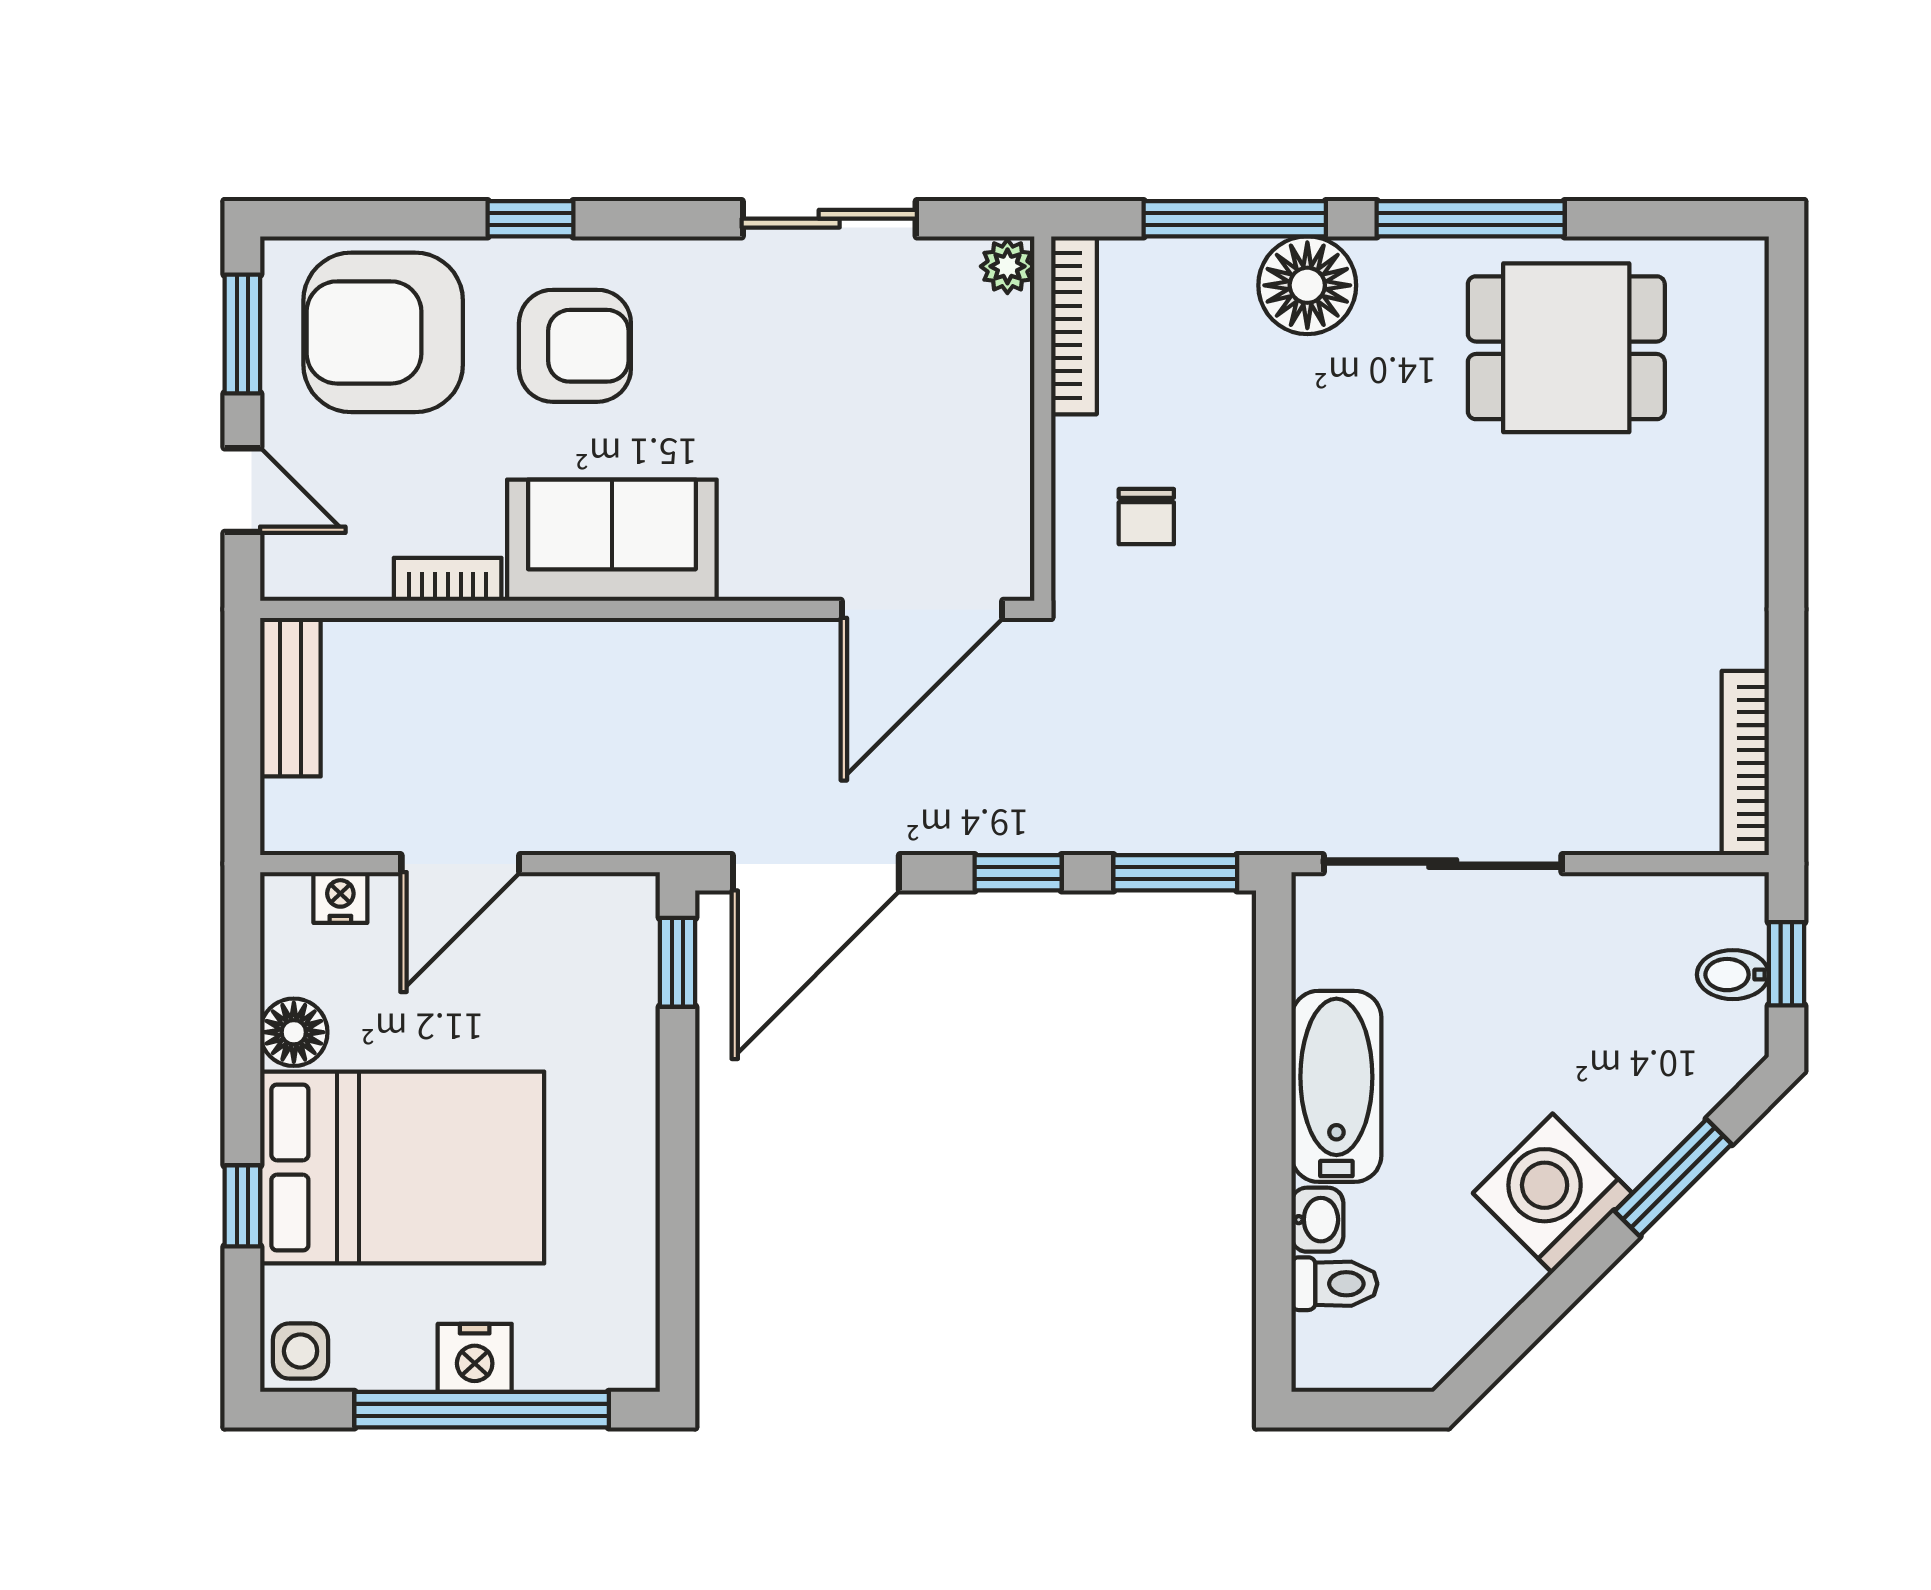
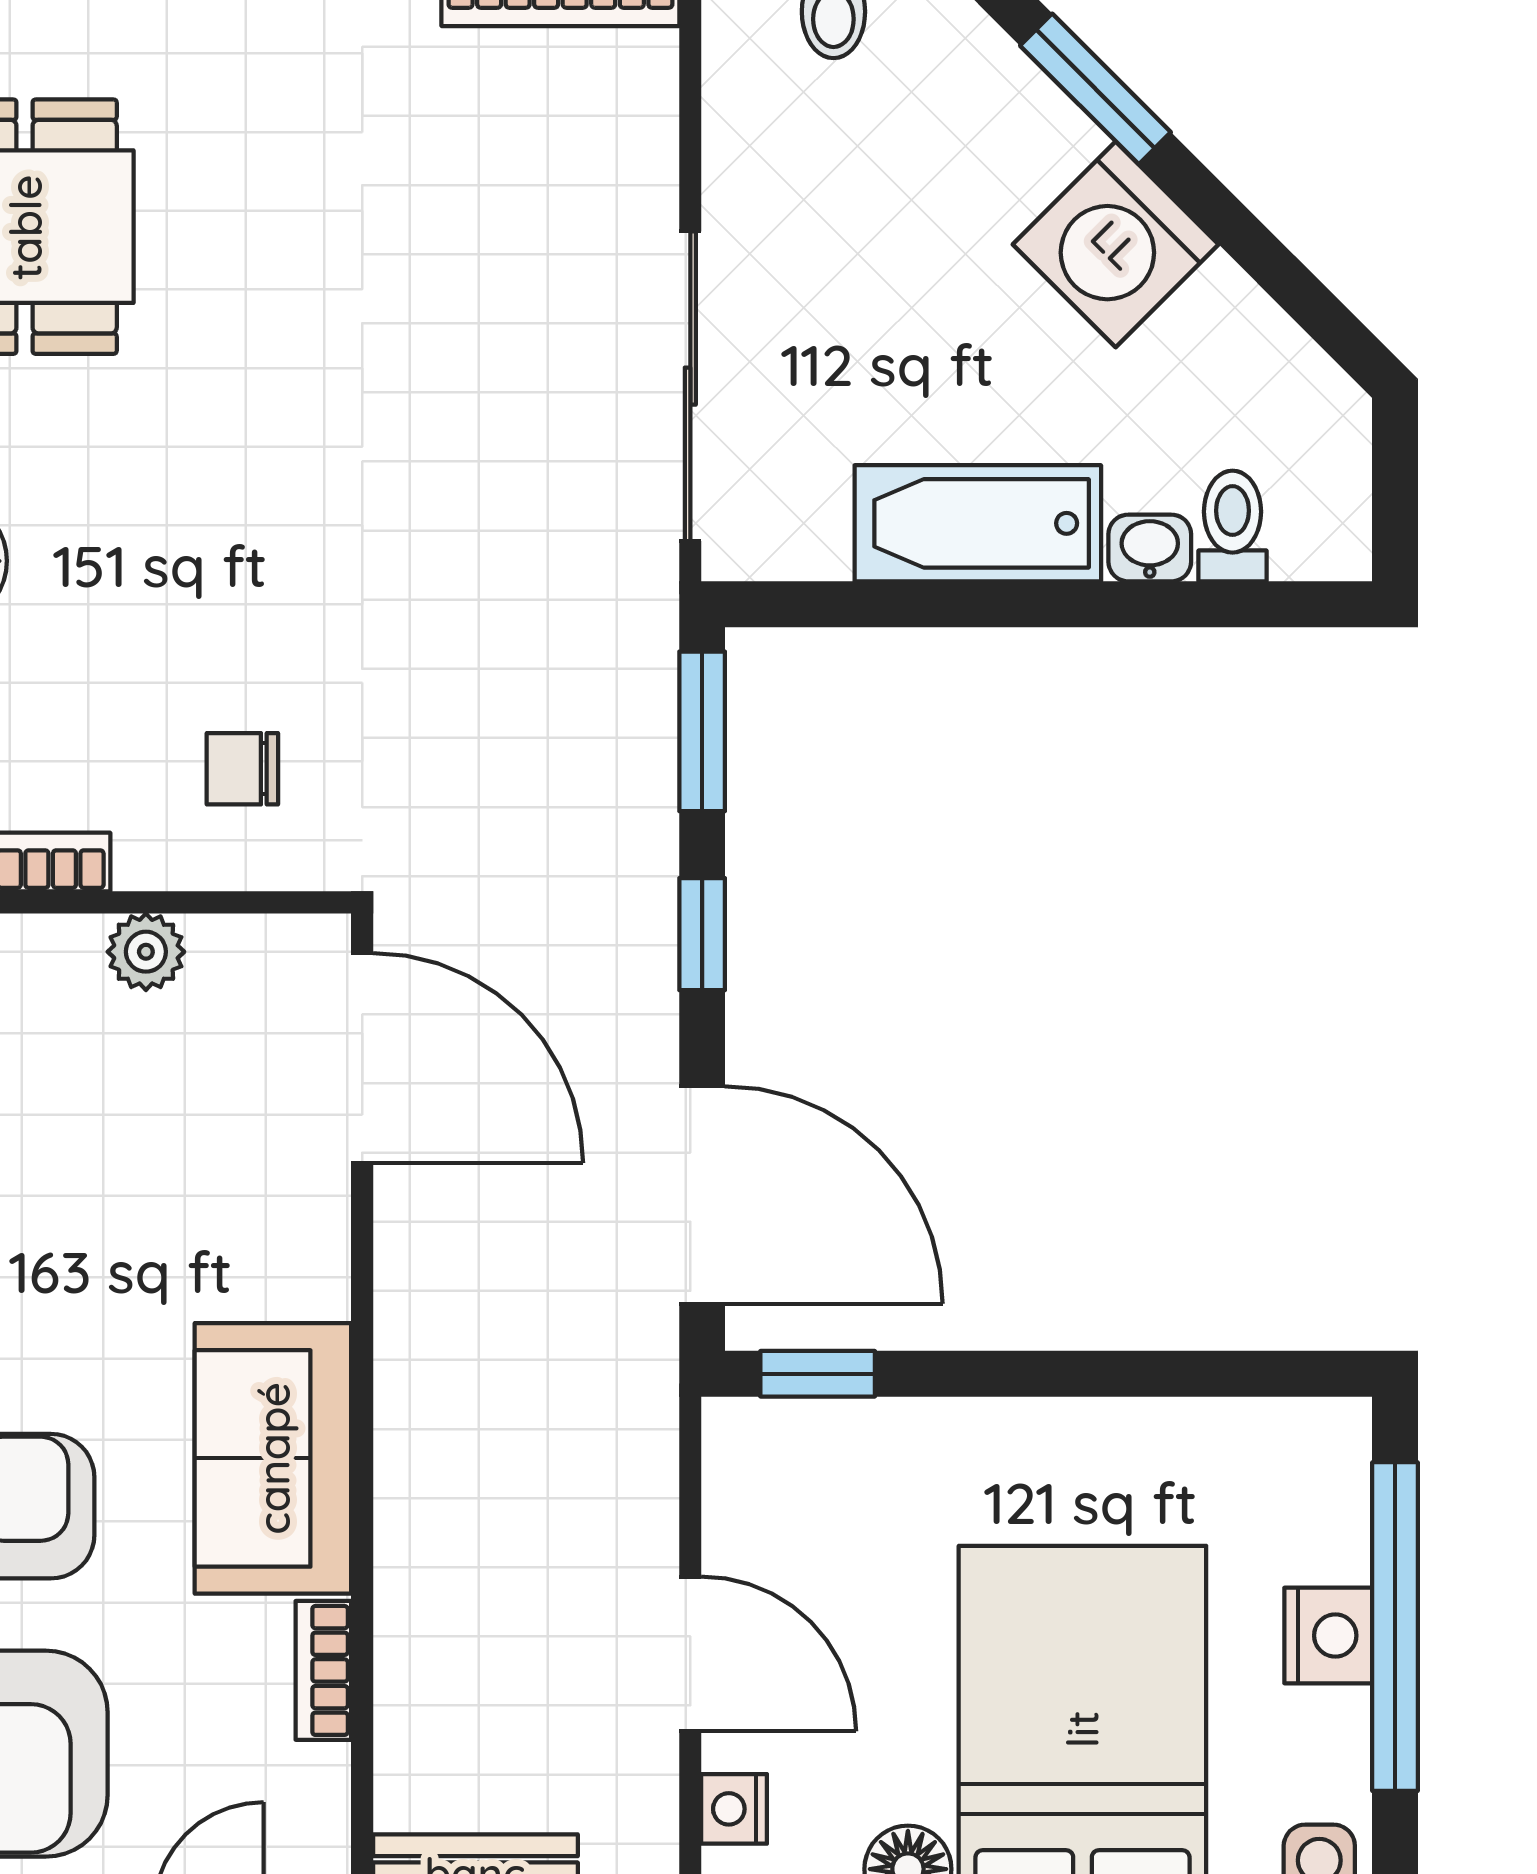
plant: (1005, 442) -> (146, 952), added
chair: (1146, 517) -> (242, 769), turned 180

